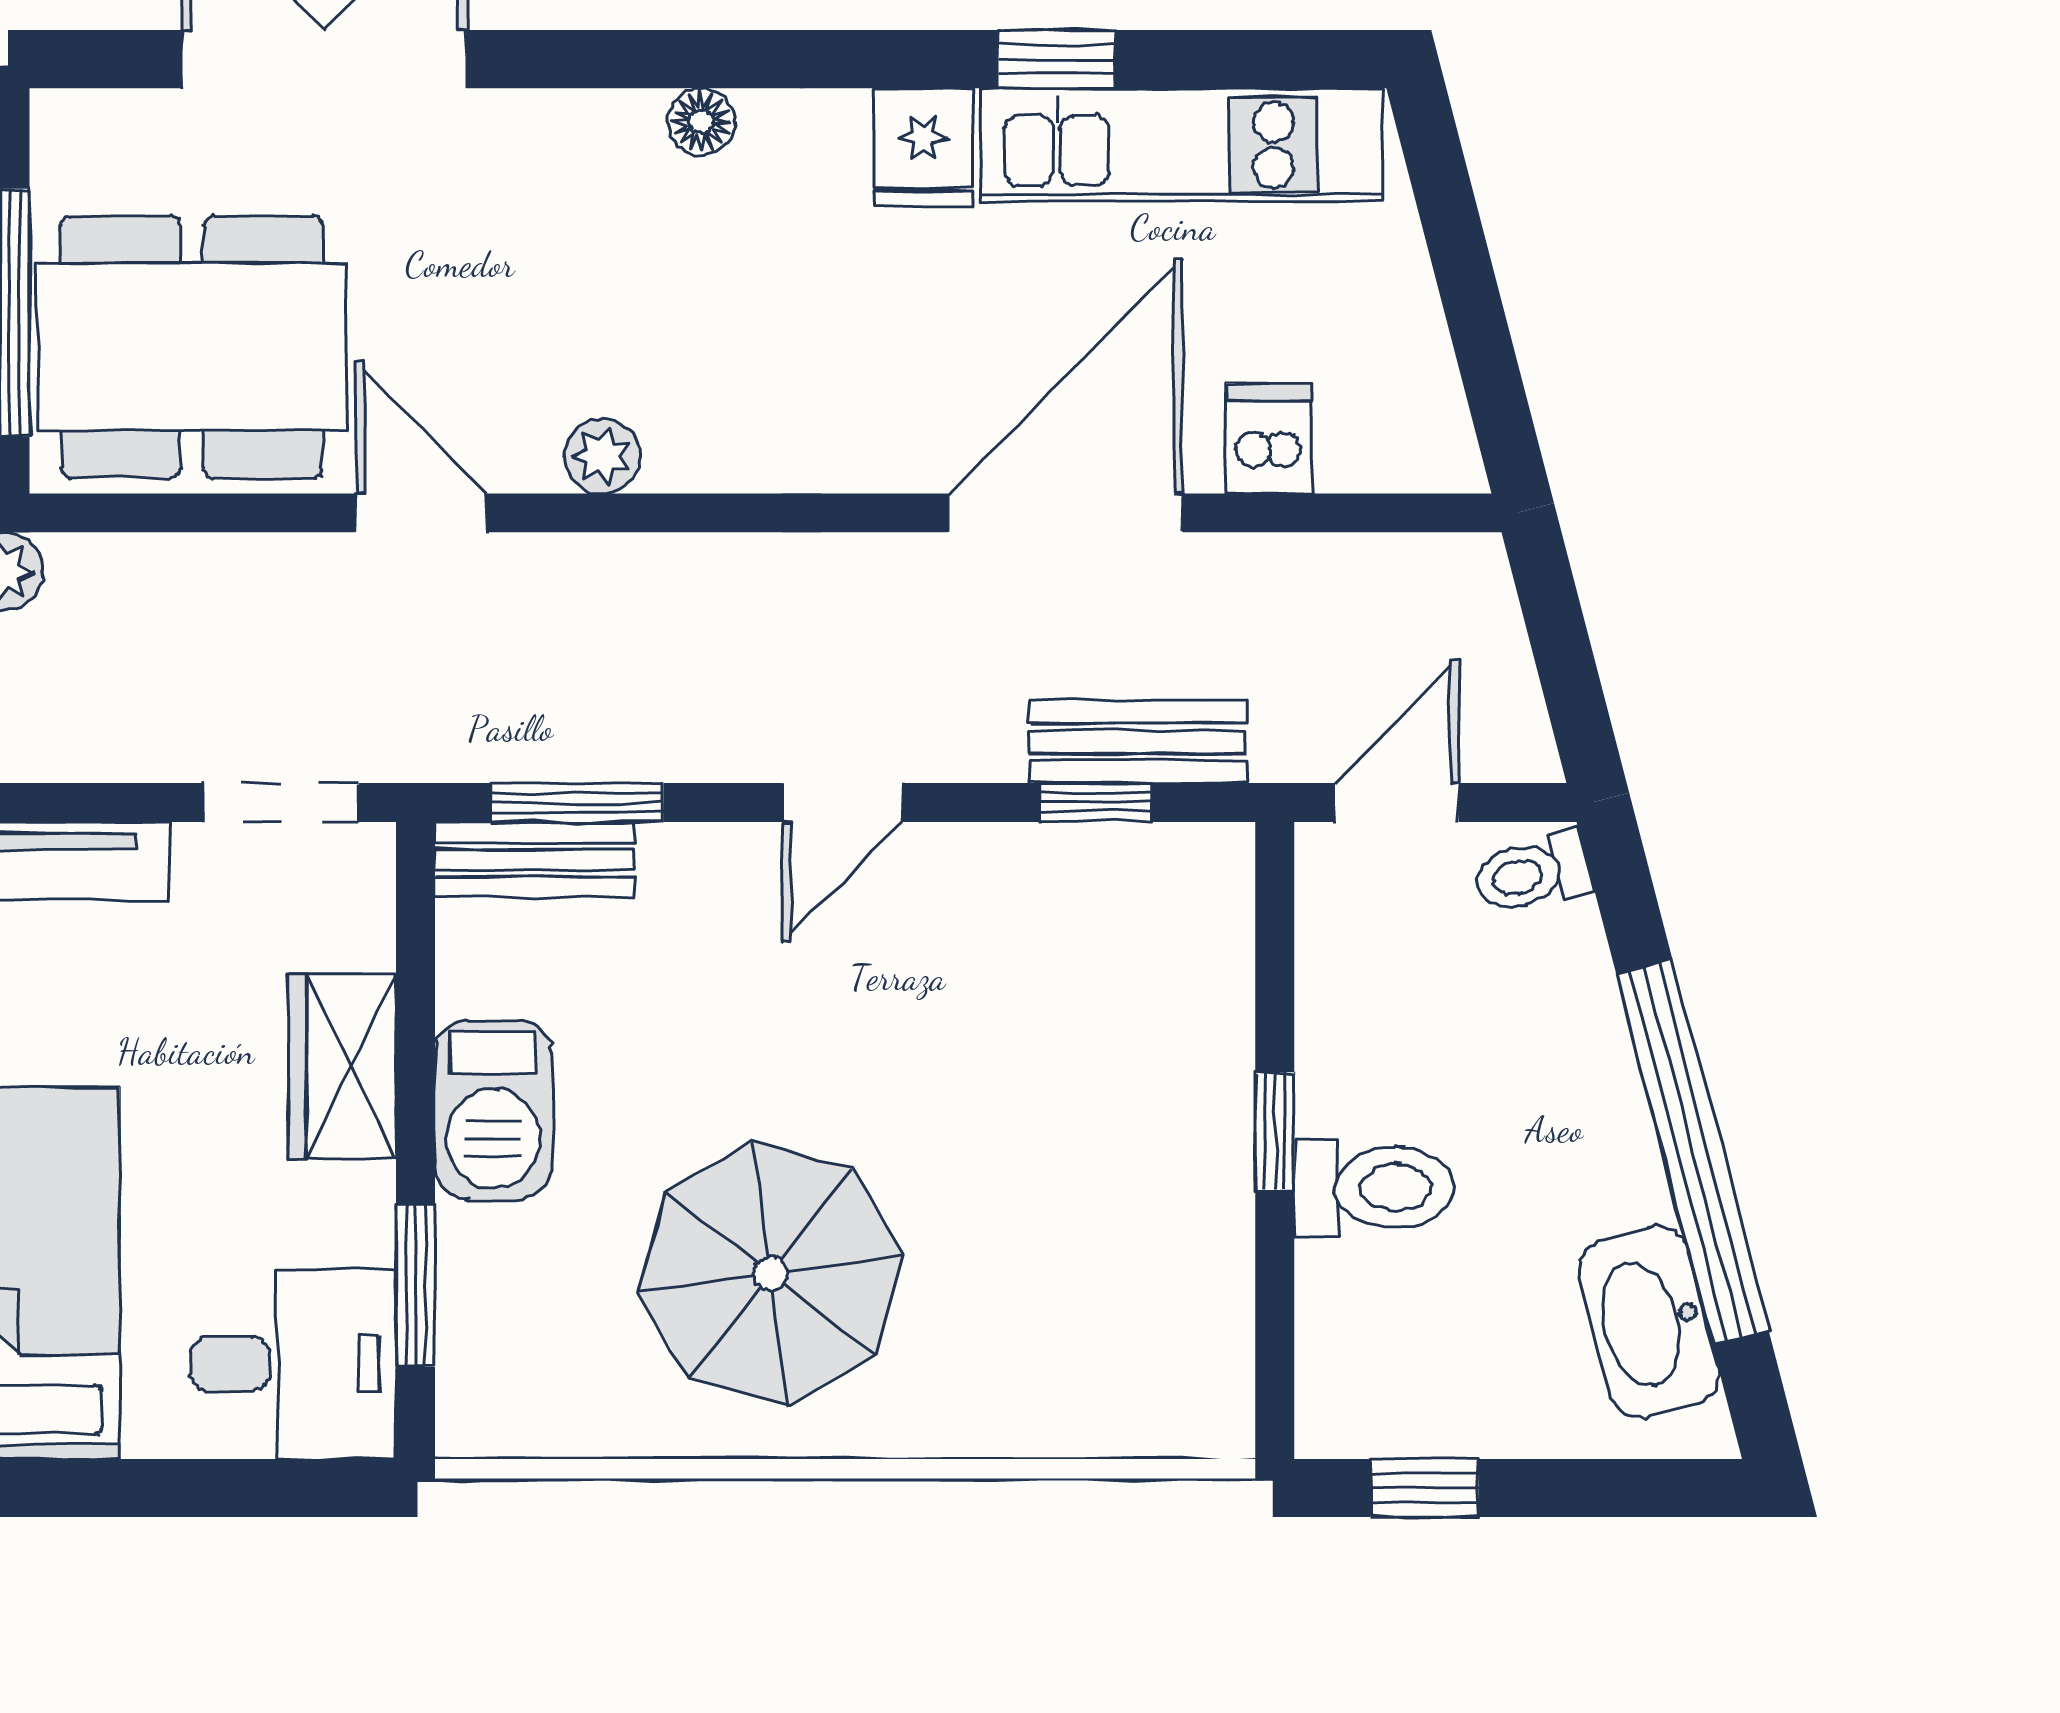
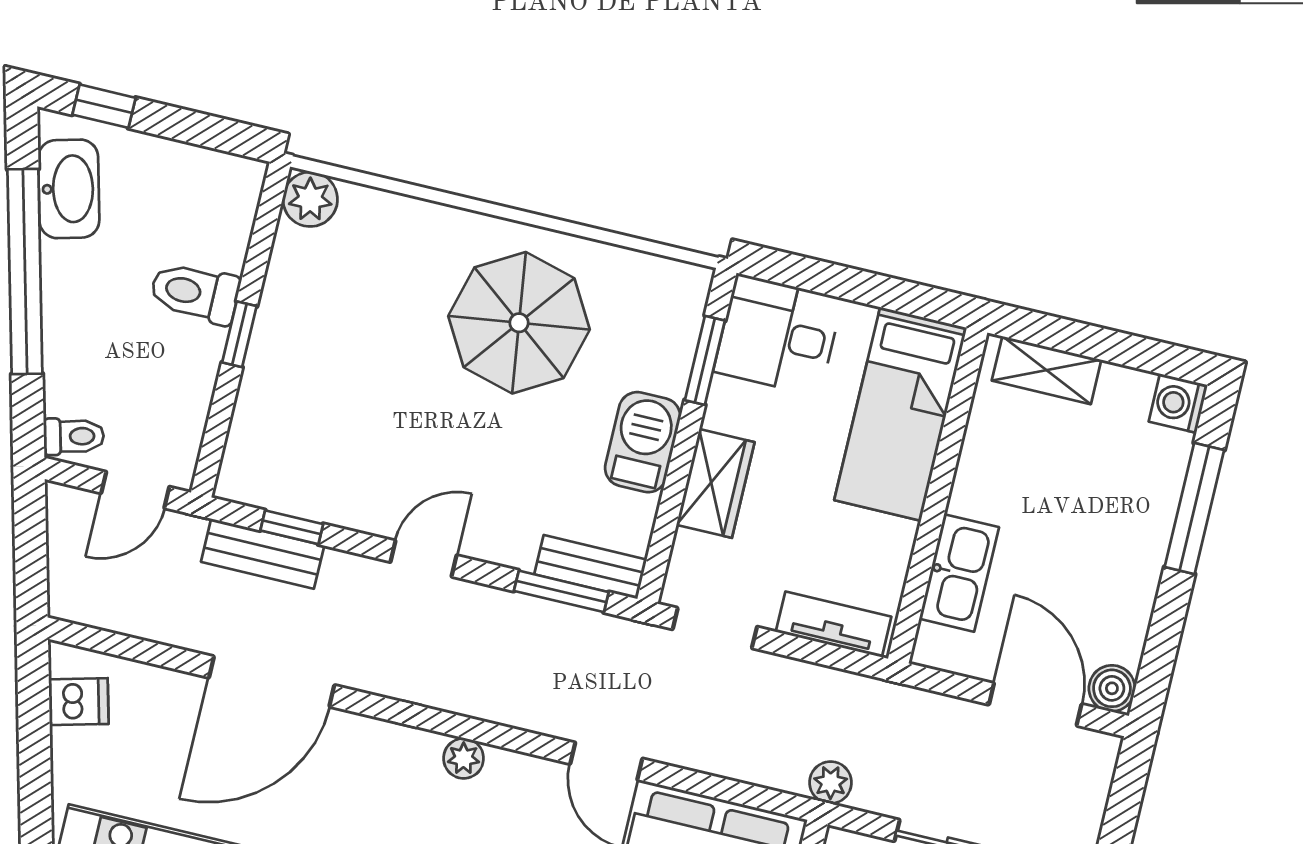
dishwasher: (1269, 438) -> (79, 702), moved, turned -105
plant: (602, 456) -> (464, 758), moved
plant: (1204, 1408) -> (310, 199), added
window: (1424, 1488) -> (104, 106), moved

